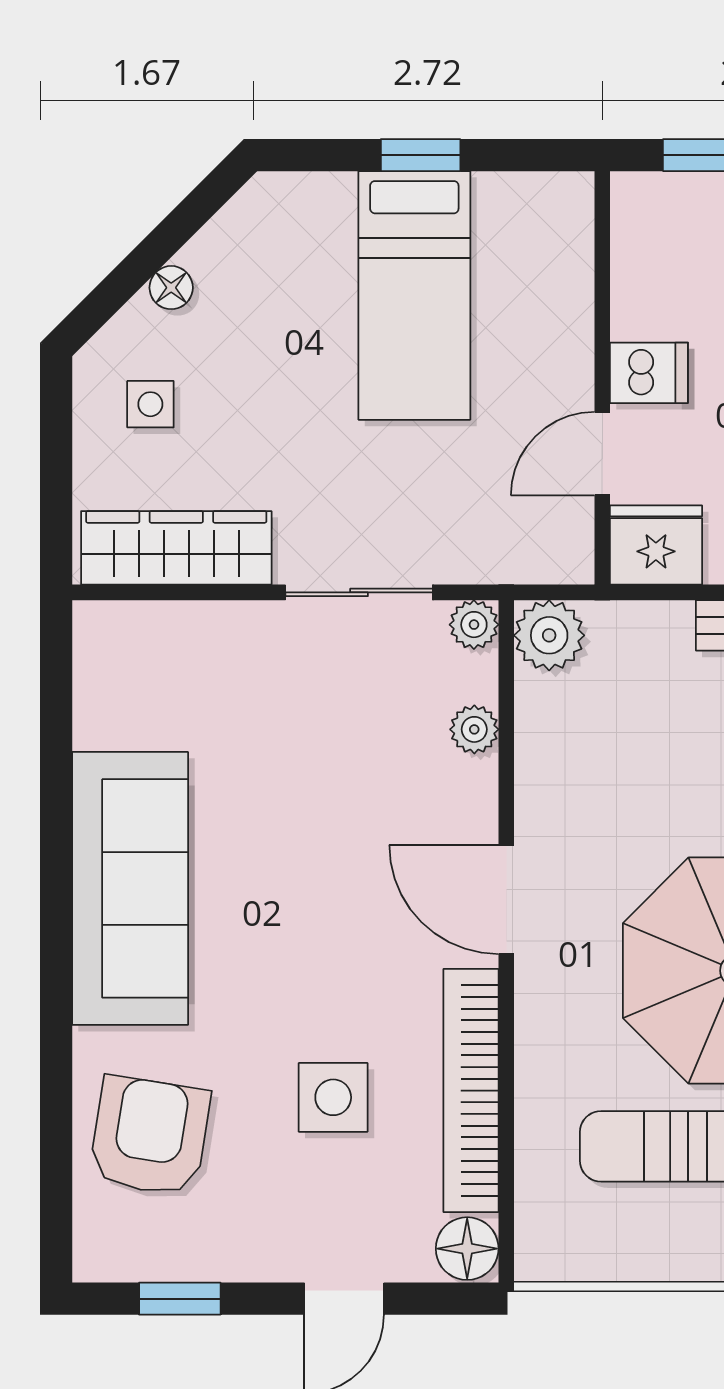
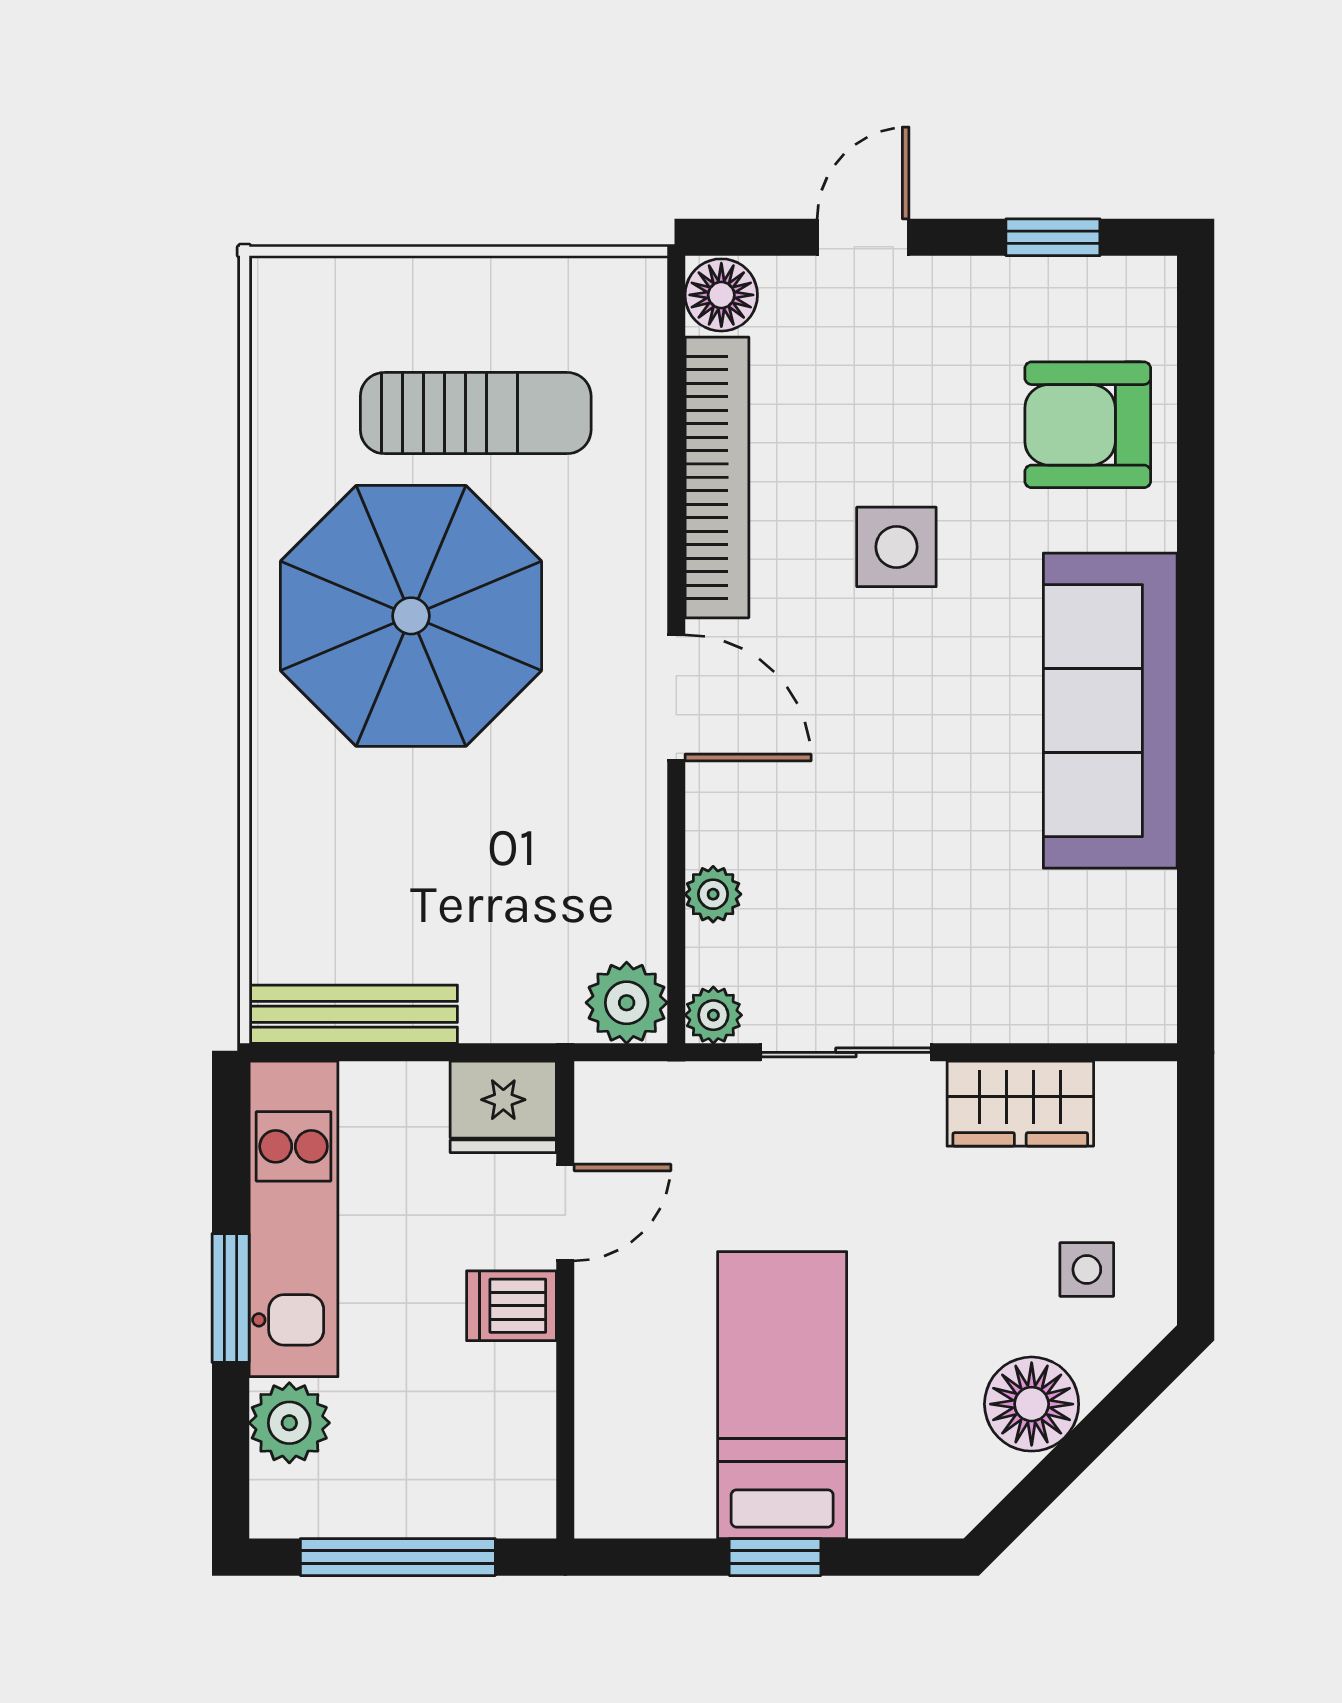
floor lamp: (171, 288) -> (1032, 1404), width x1.89, depth x1.89
wardrobe: (176, 548) -> (1020, 1104), width x0.67
side table: (333, 1097) -> (896, 547), moved
armchair: (150, 1136) -> (1088, 425), turned 81

